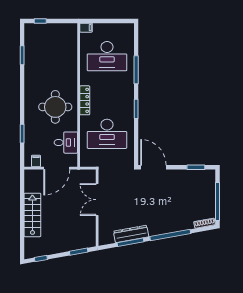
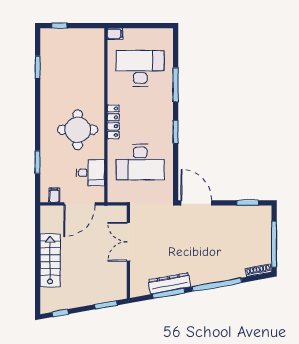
desk: (107, 56) -> (140, 68), turned 180

